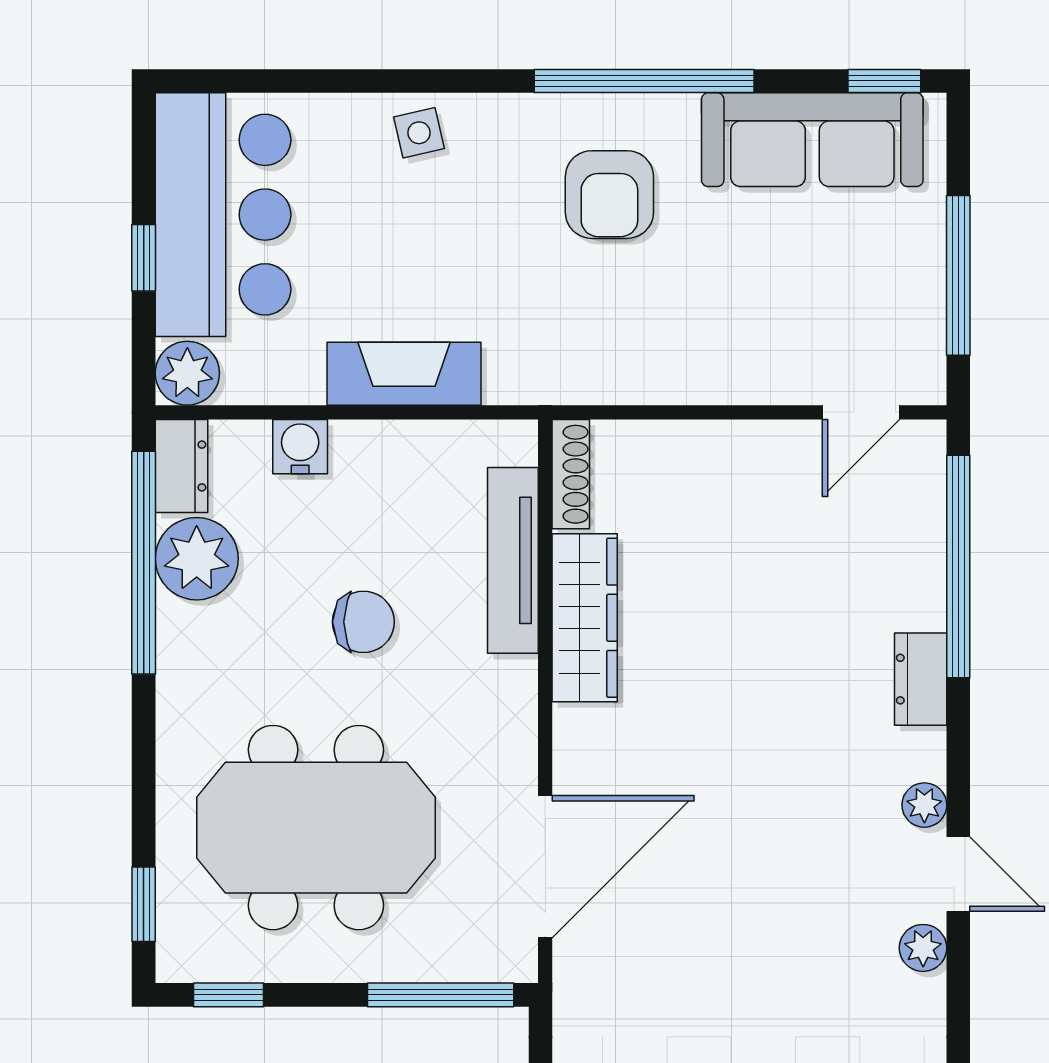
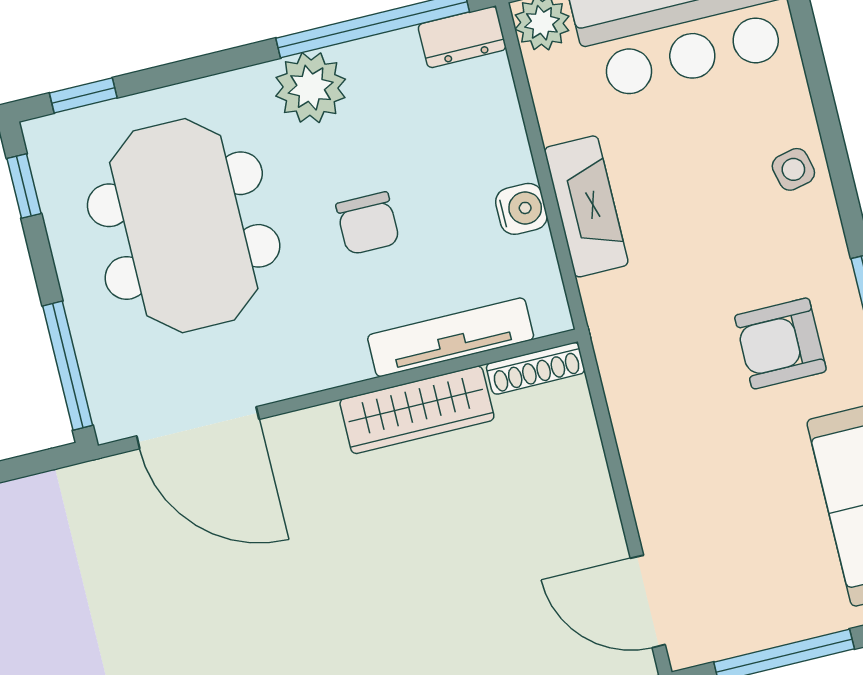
door: (861, 412) -> (648, 601), width x1.38
water cooler: (300, 447) -> (521, 209), moved
plant: (197, 559) -> (311, 88), moved

